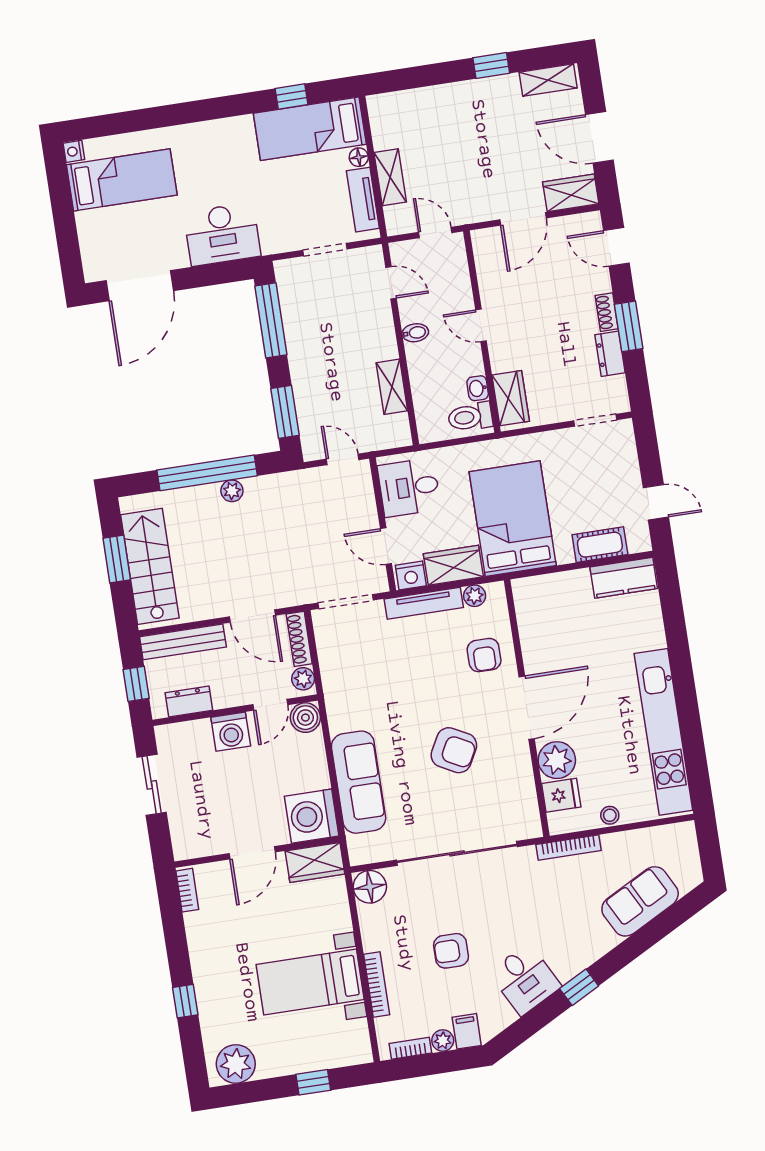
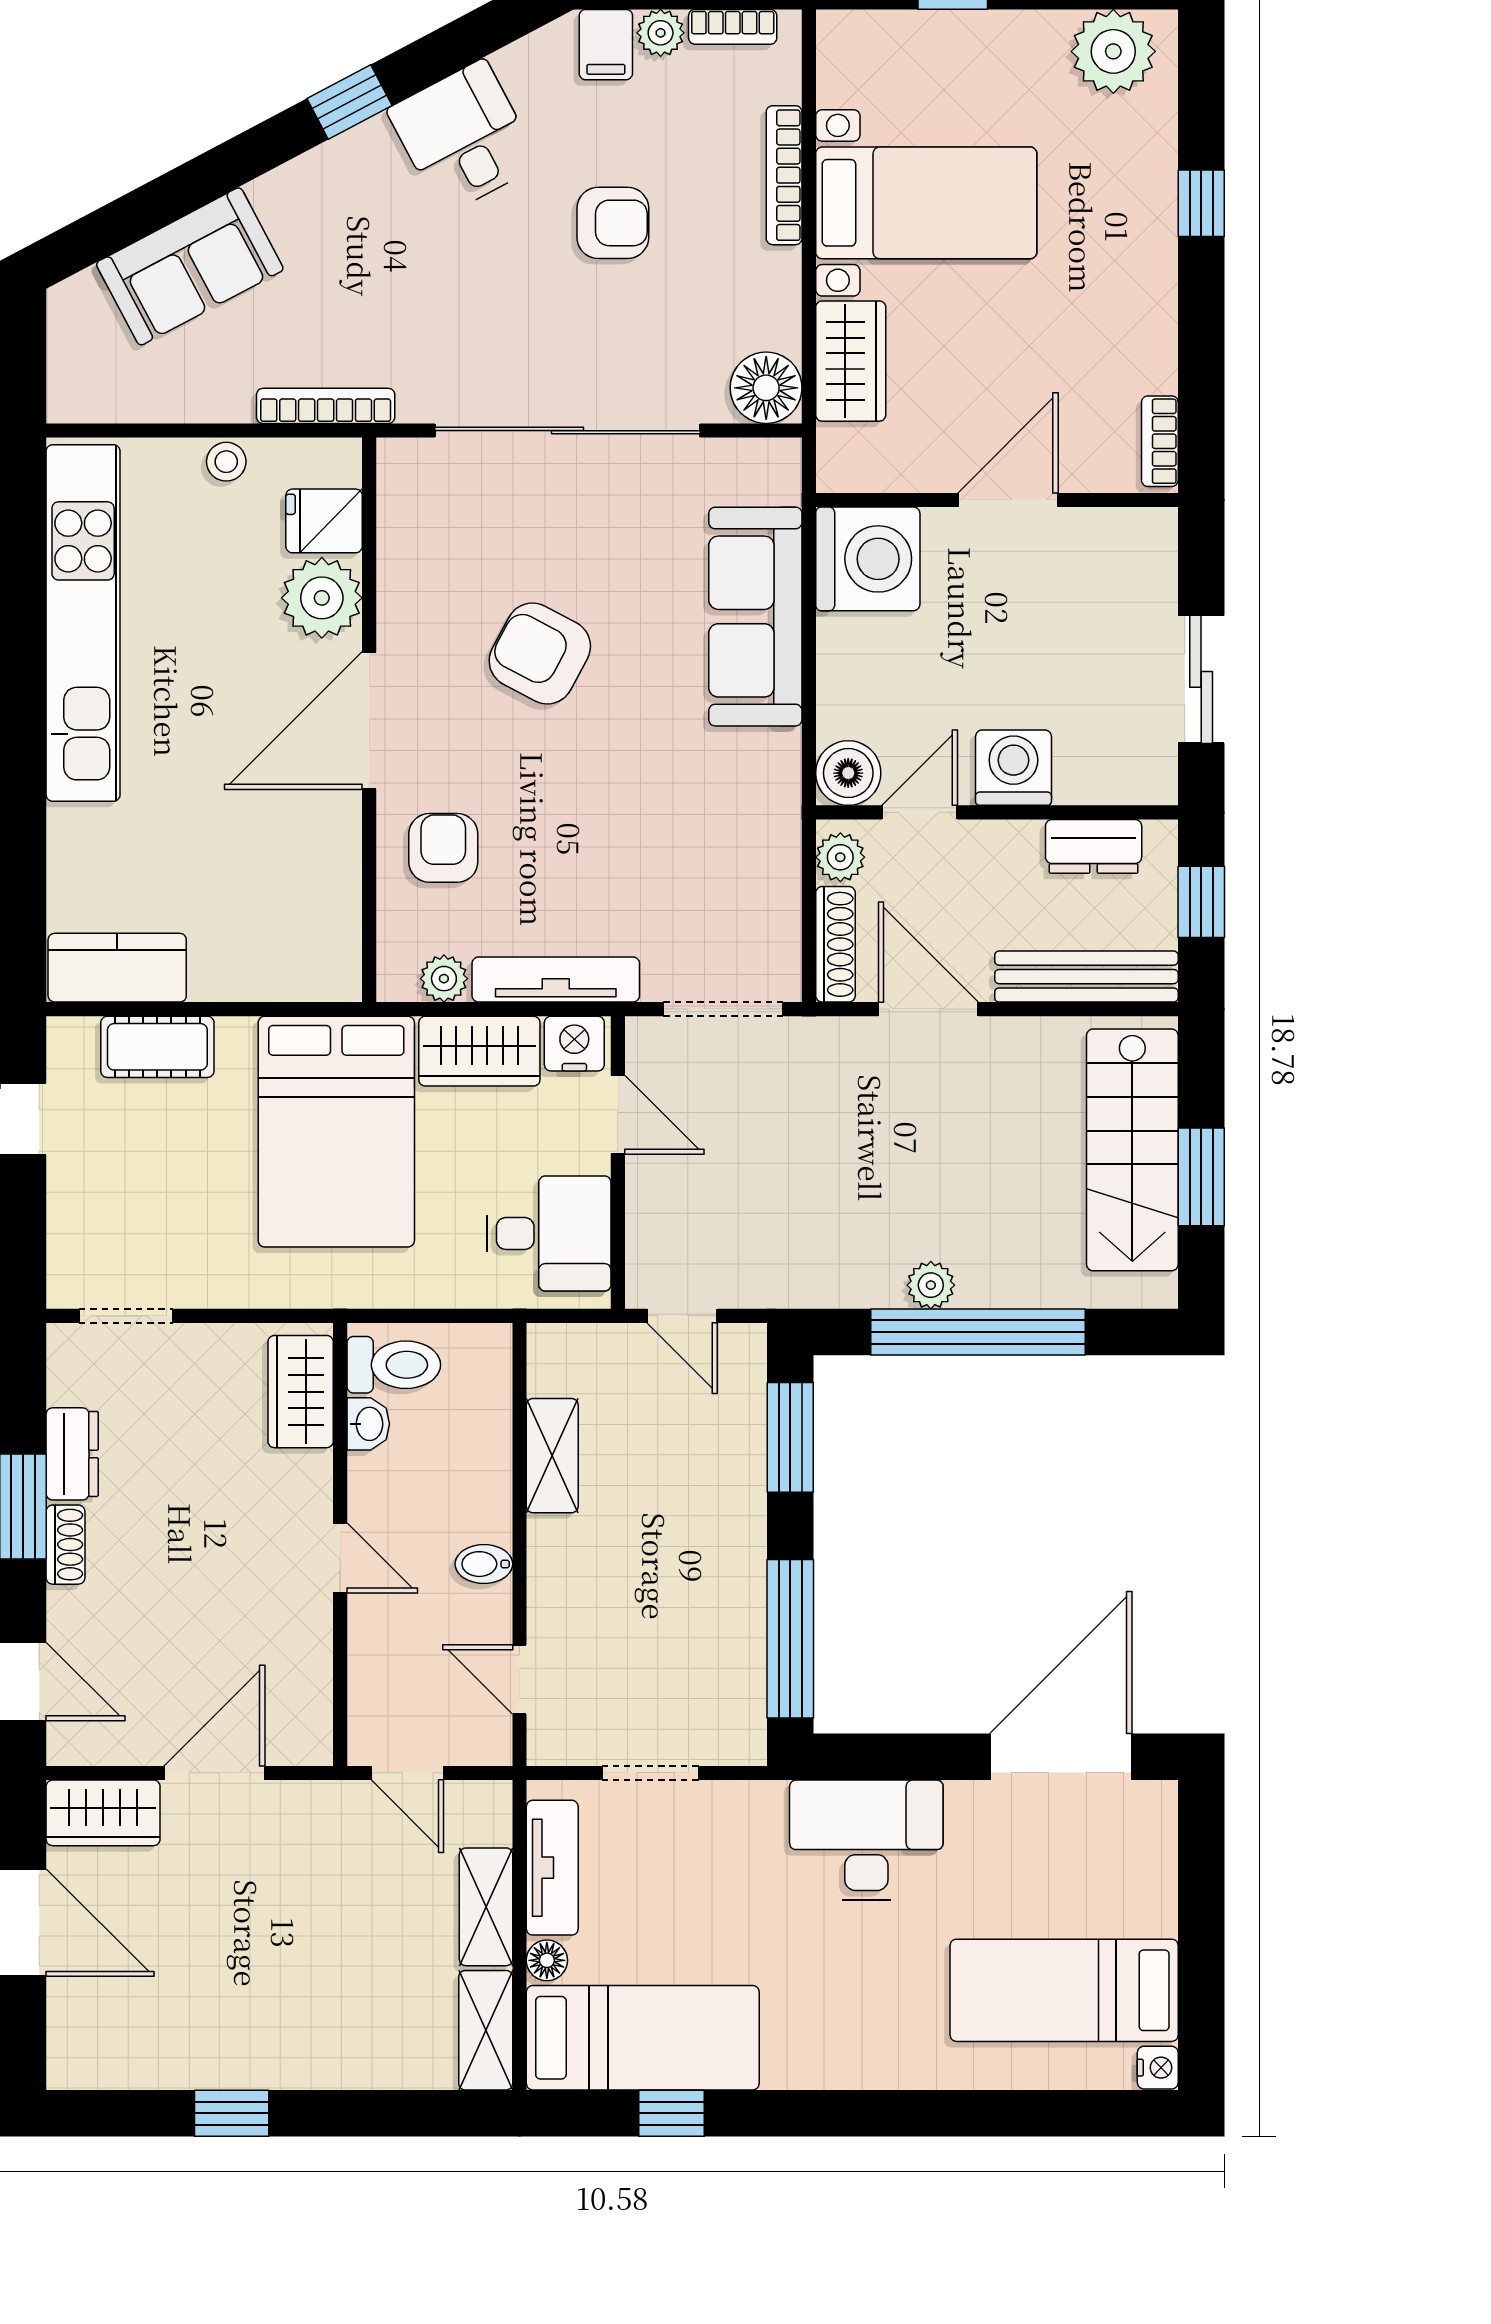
shelving: (548, 80) -> (486, 2030), moved, turned 90
wardrobe: (315, 863) -> (851, 361), moved, turned 90

